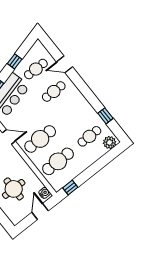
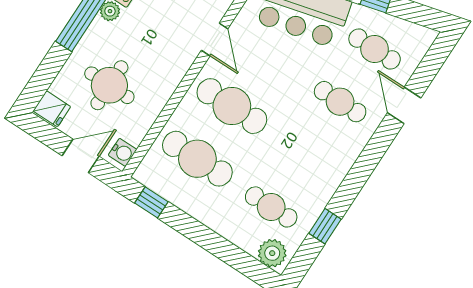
fridge: (16, 217) -> (52, 109), added

